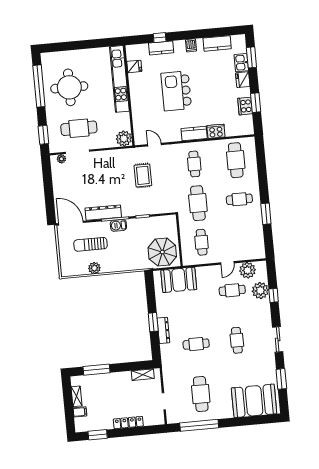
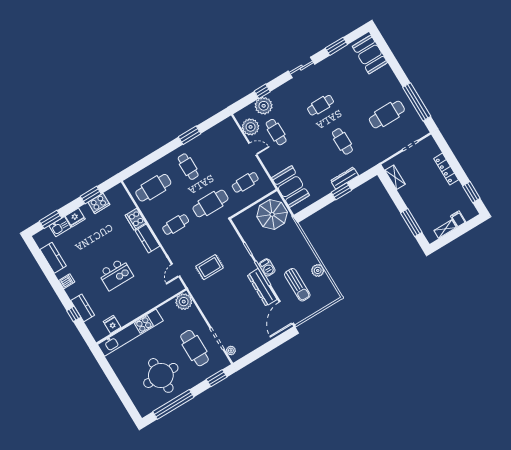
kitchen island: (176, 91) -> (116, 274), width x0.73, depth x0.78
booth: (254, 401) -> (370, 54), width x0.73, depth x0.70

